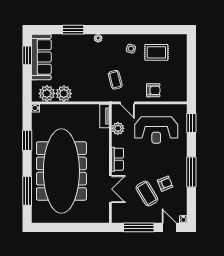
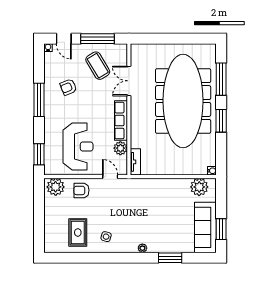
rug: (156, 52) -> (78, 232), turned 90
coffee table: (115, 80) -> (123, 202), removed
plant: (64, 94) -> (56, 187), moved
reception desk: (156, 130) -> (78, 146), turned 90
window: (27, 140) -> (221, 121), moved
row of seats: (117, 159) -> (121, 121), width x1.48
coffee table: (147, 193) -> (98, 66), moved

